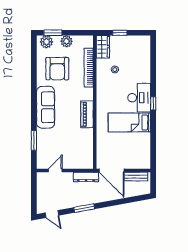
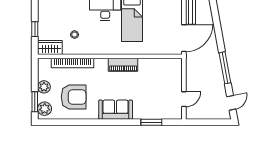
sofa: (46, 107) -> (116, 110), width x0.73
door: (55, 170) -> (184, 99), swing flipped
dresser: (86, 177) -> (191, 66), removed
window: (84, 208) -> (225, 68), width x1.44

